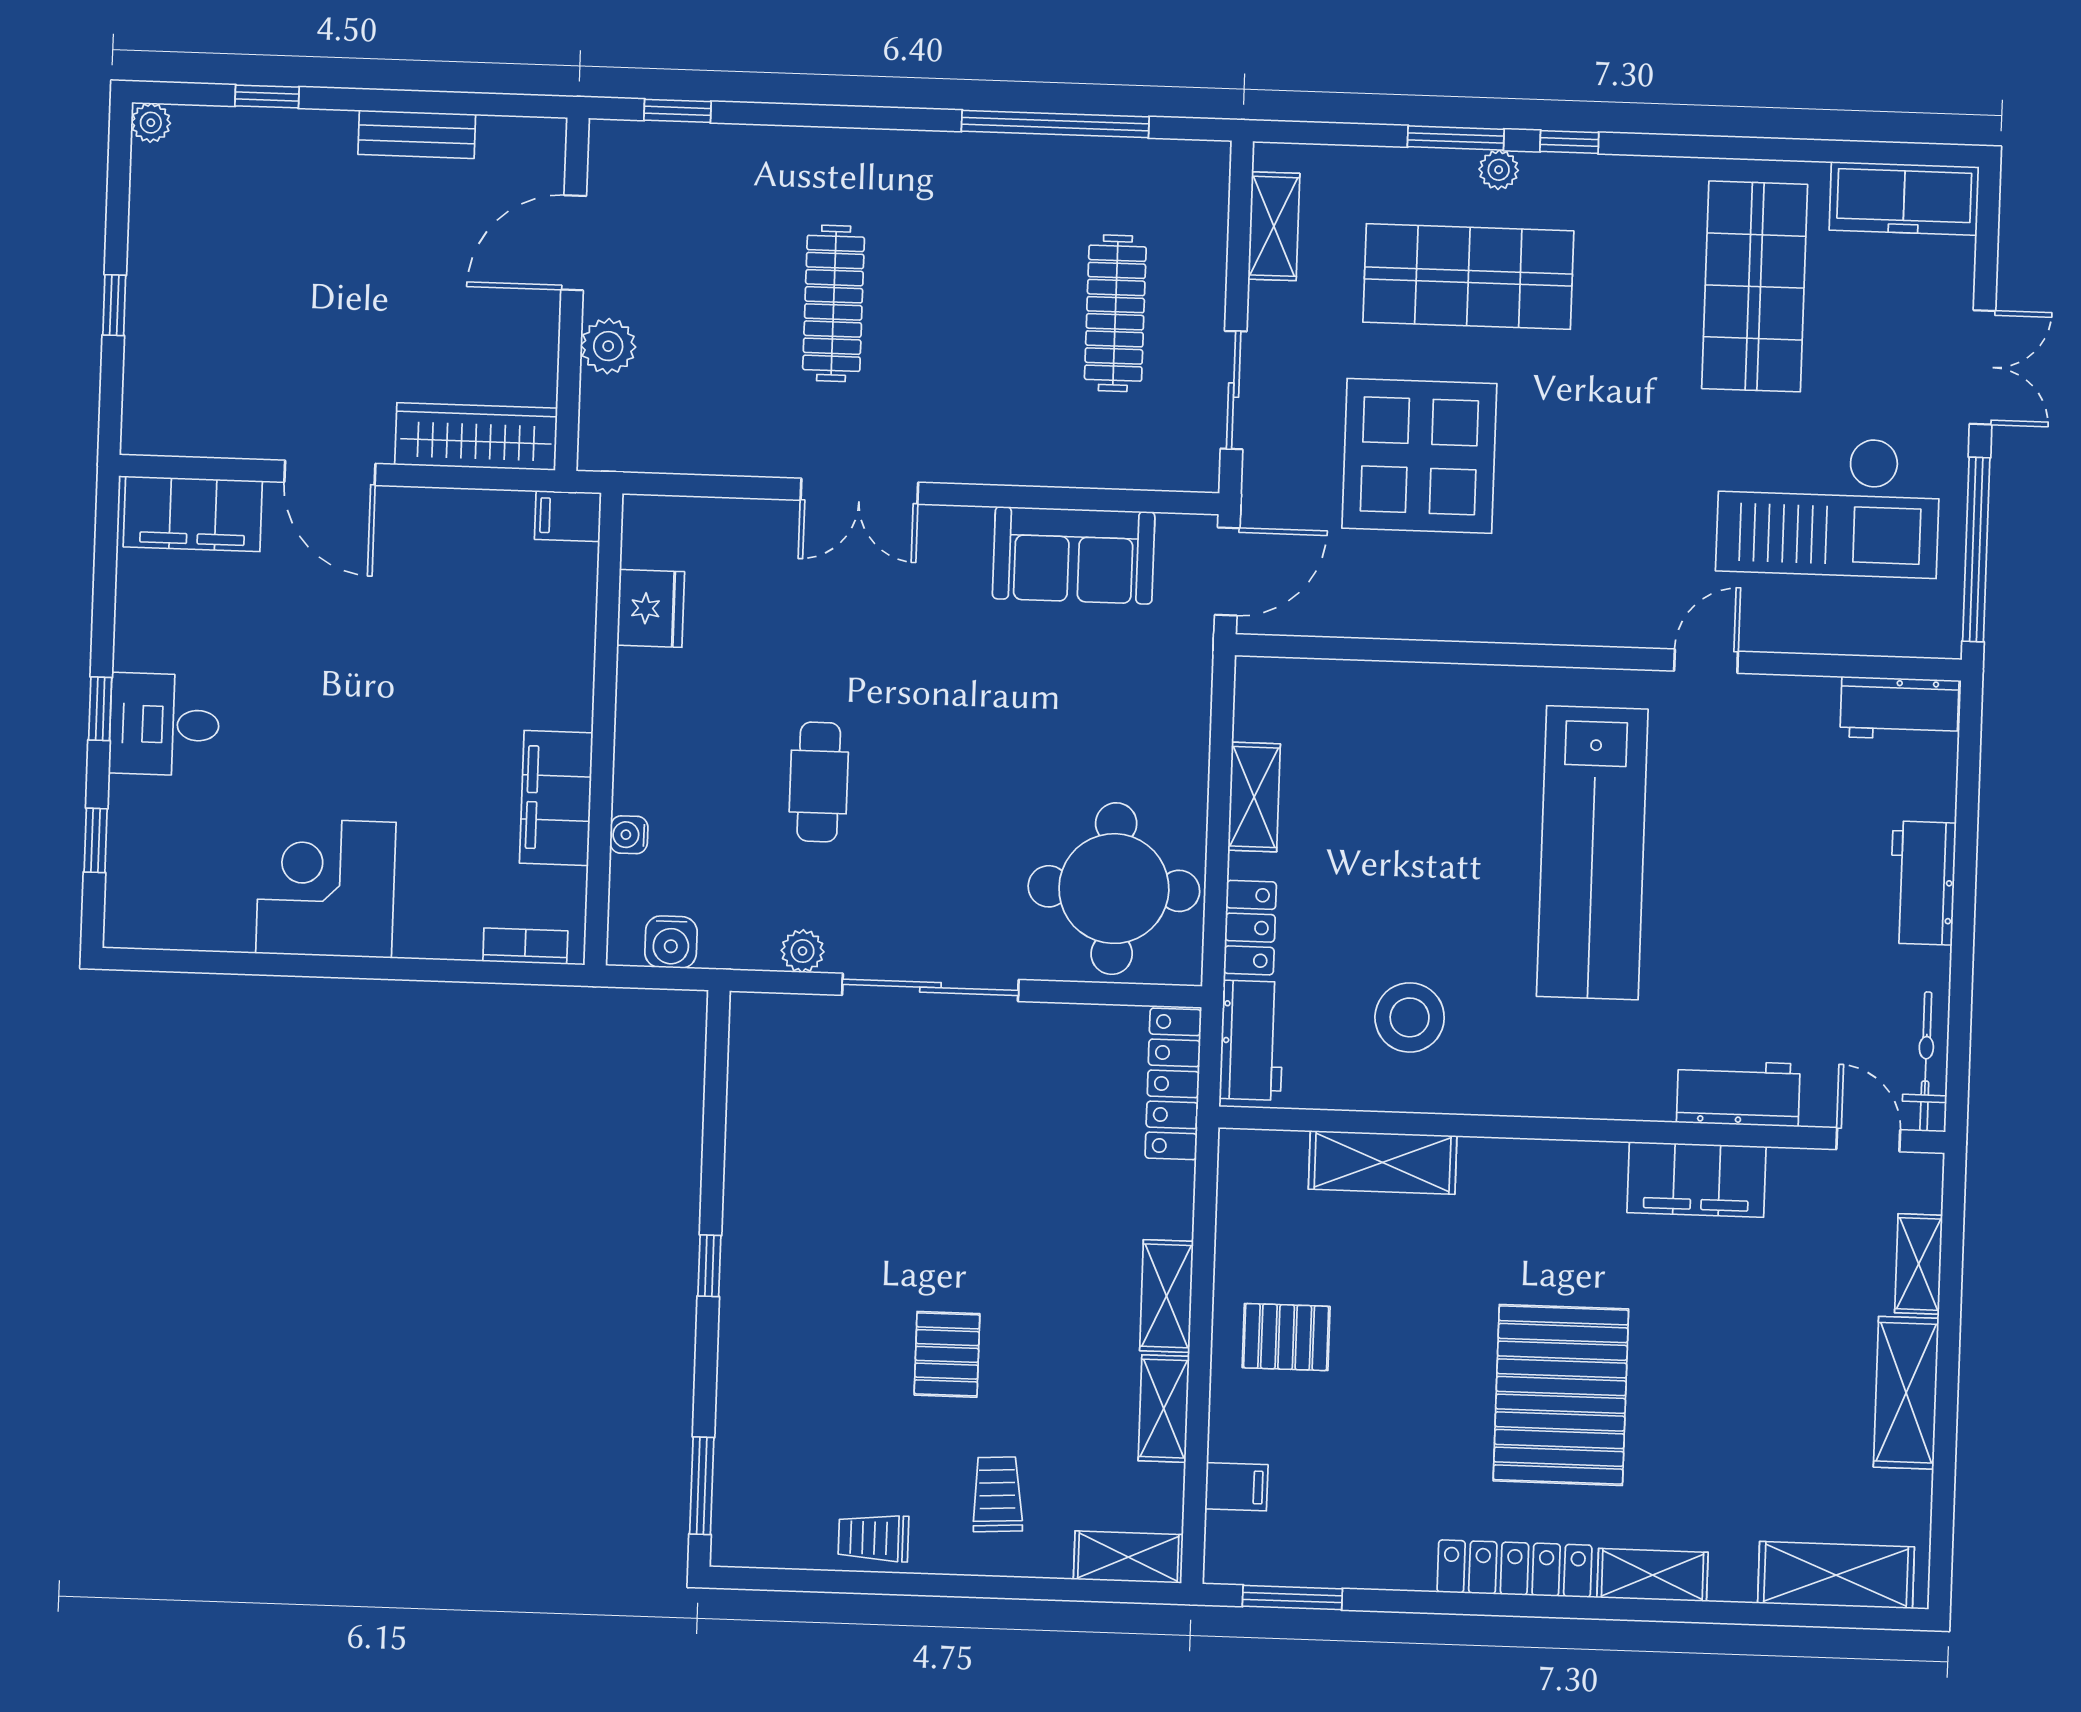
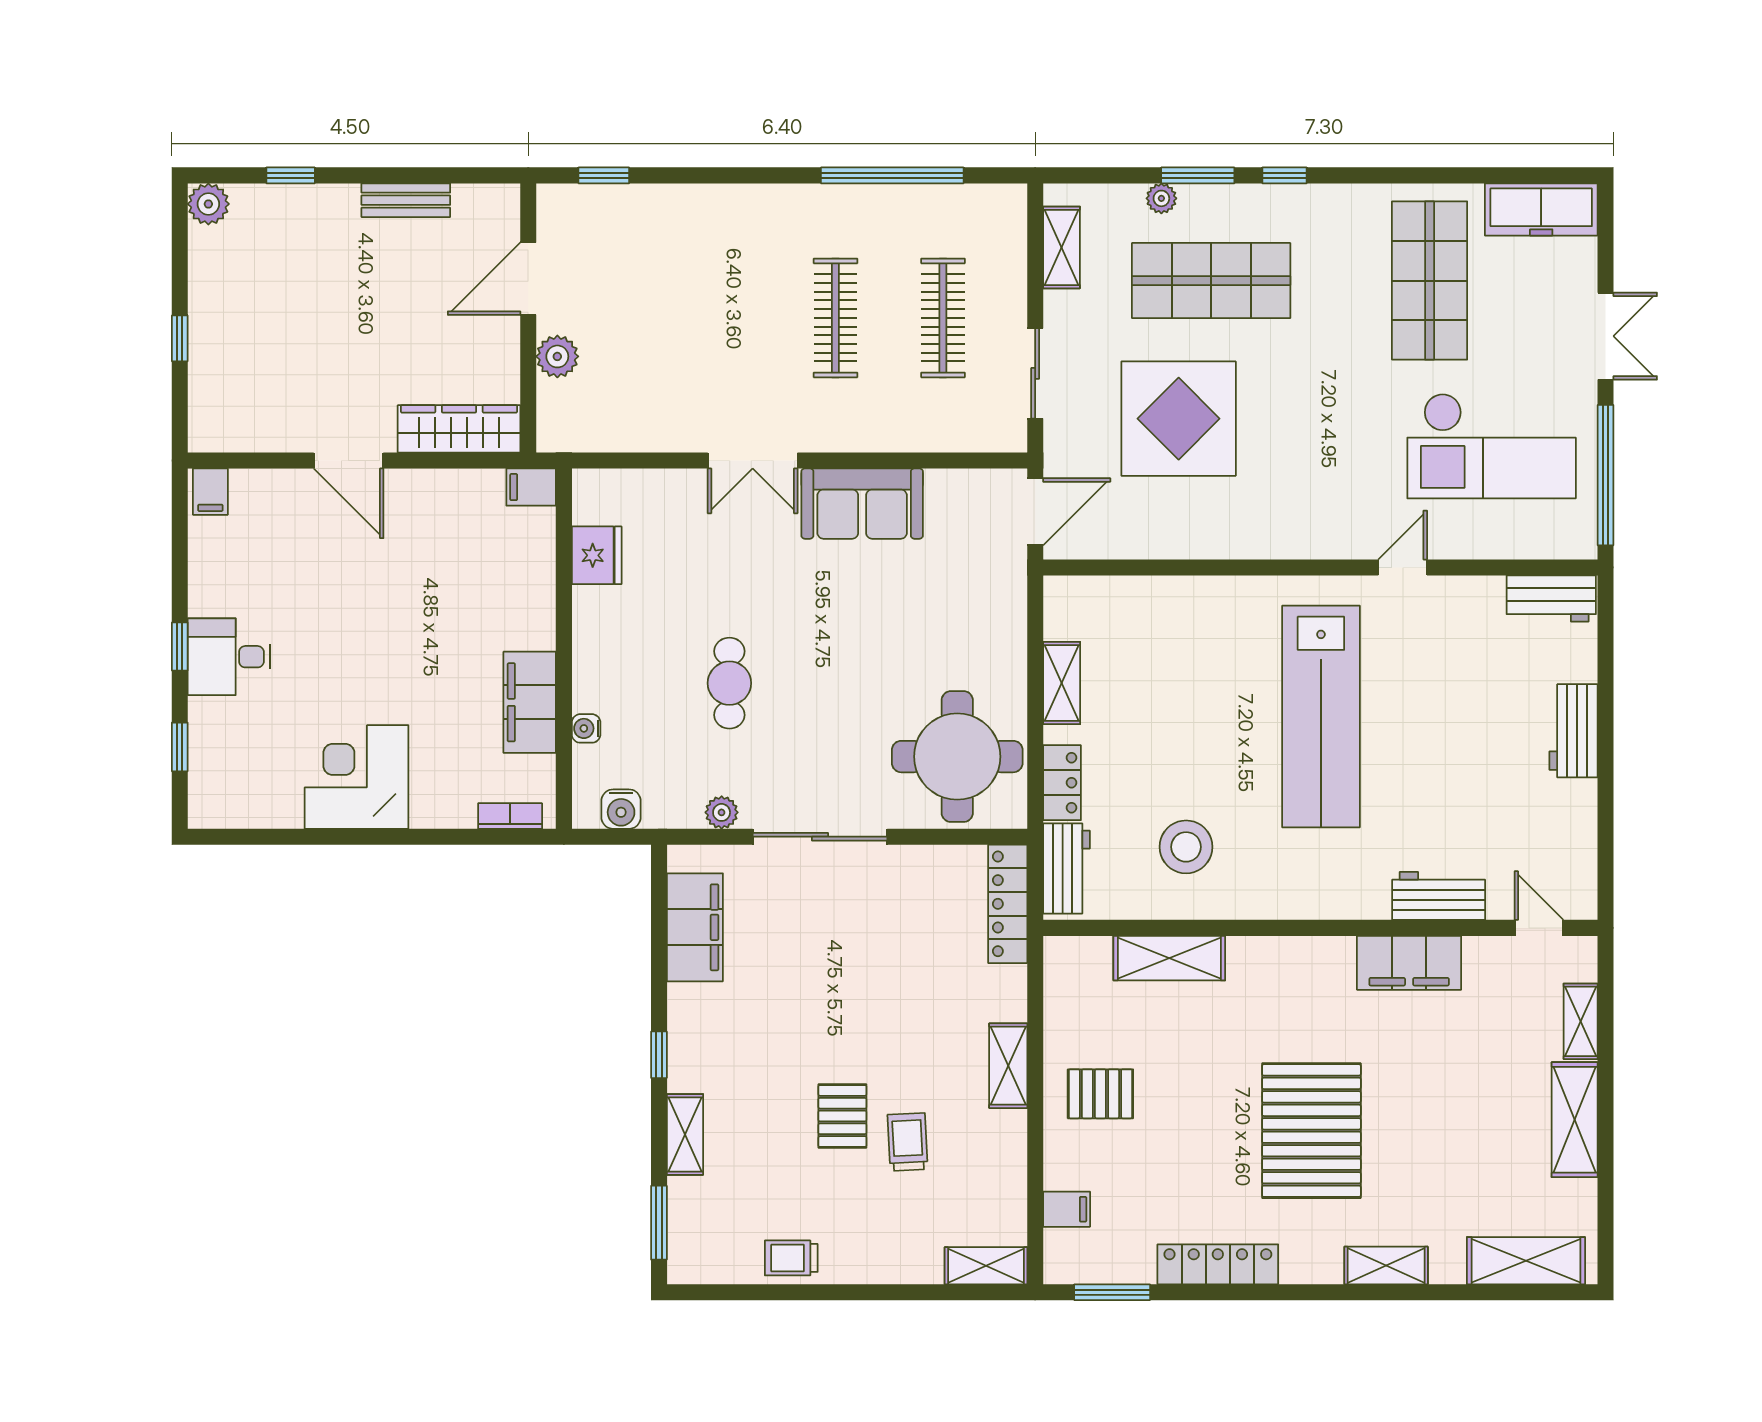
plant: (151, 123) -> (208, 204), width x1.38, depth x1.38
plant: (1499, 170) -> (1161, 198), moved
clothes rail: (834, 303) -> (835, 318), moved
filing cabinet: (193, 514) -> (210, 492), width x0.33, depth x0.86
sofa: (1074, 555) -> (862, 504), moved
bicycle: (1926, 1062) -> (1581, 867), removed
filing cabinet: (762, 1100) -> (695, 927), added
shelving: (1164, 1409) -> (685, 1134), moved
trolley: (997, 1494) -> (908, 1142), moved
locker: (1514, 1569) -> (1218, 1264), moved

